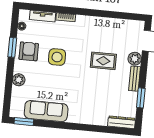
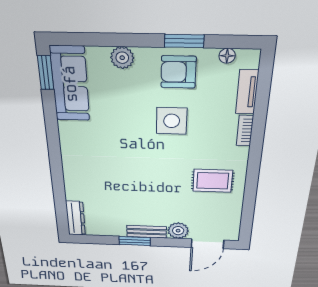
armchair: (29, 51) -> (178, 72), turned 180
rug: (103, 61) -> (213, 181), moved, turned 90
window: (141, 98) -> (135, 241), moved
sofa: (46, 111) -> (70, 84), moved

